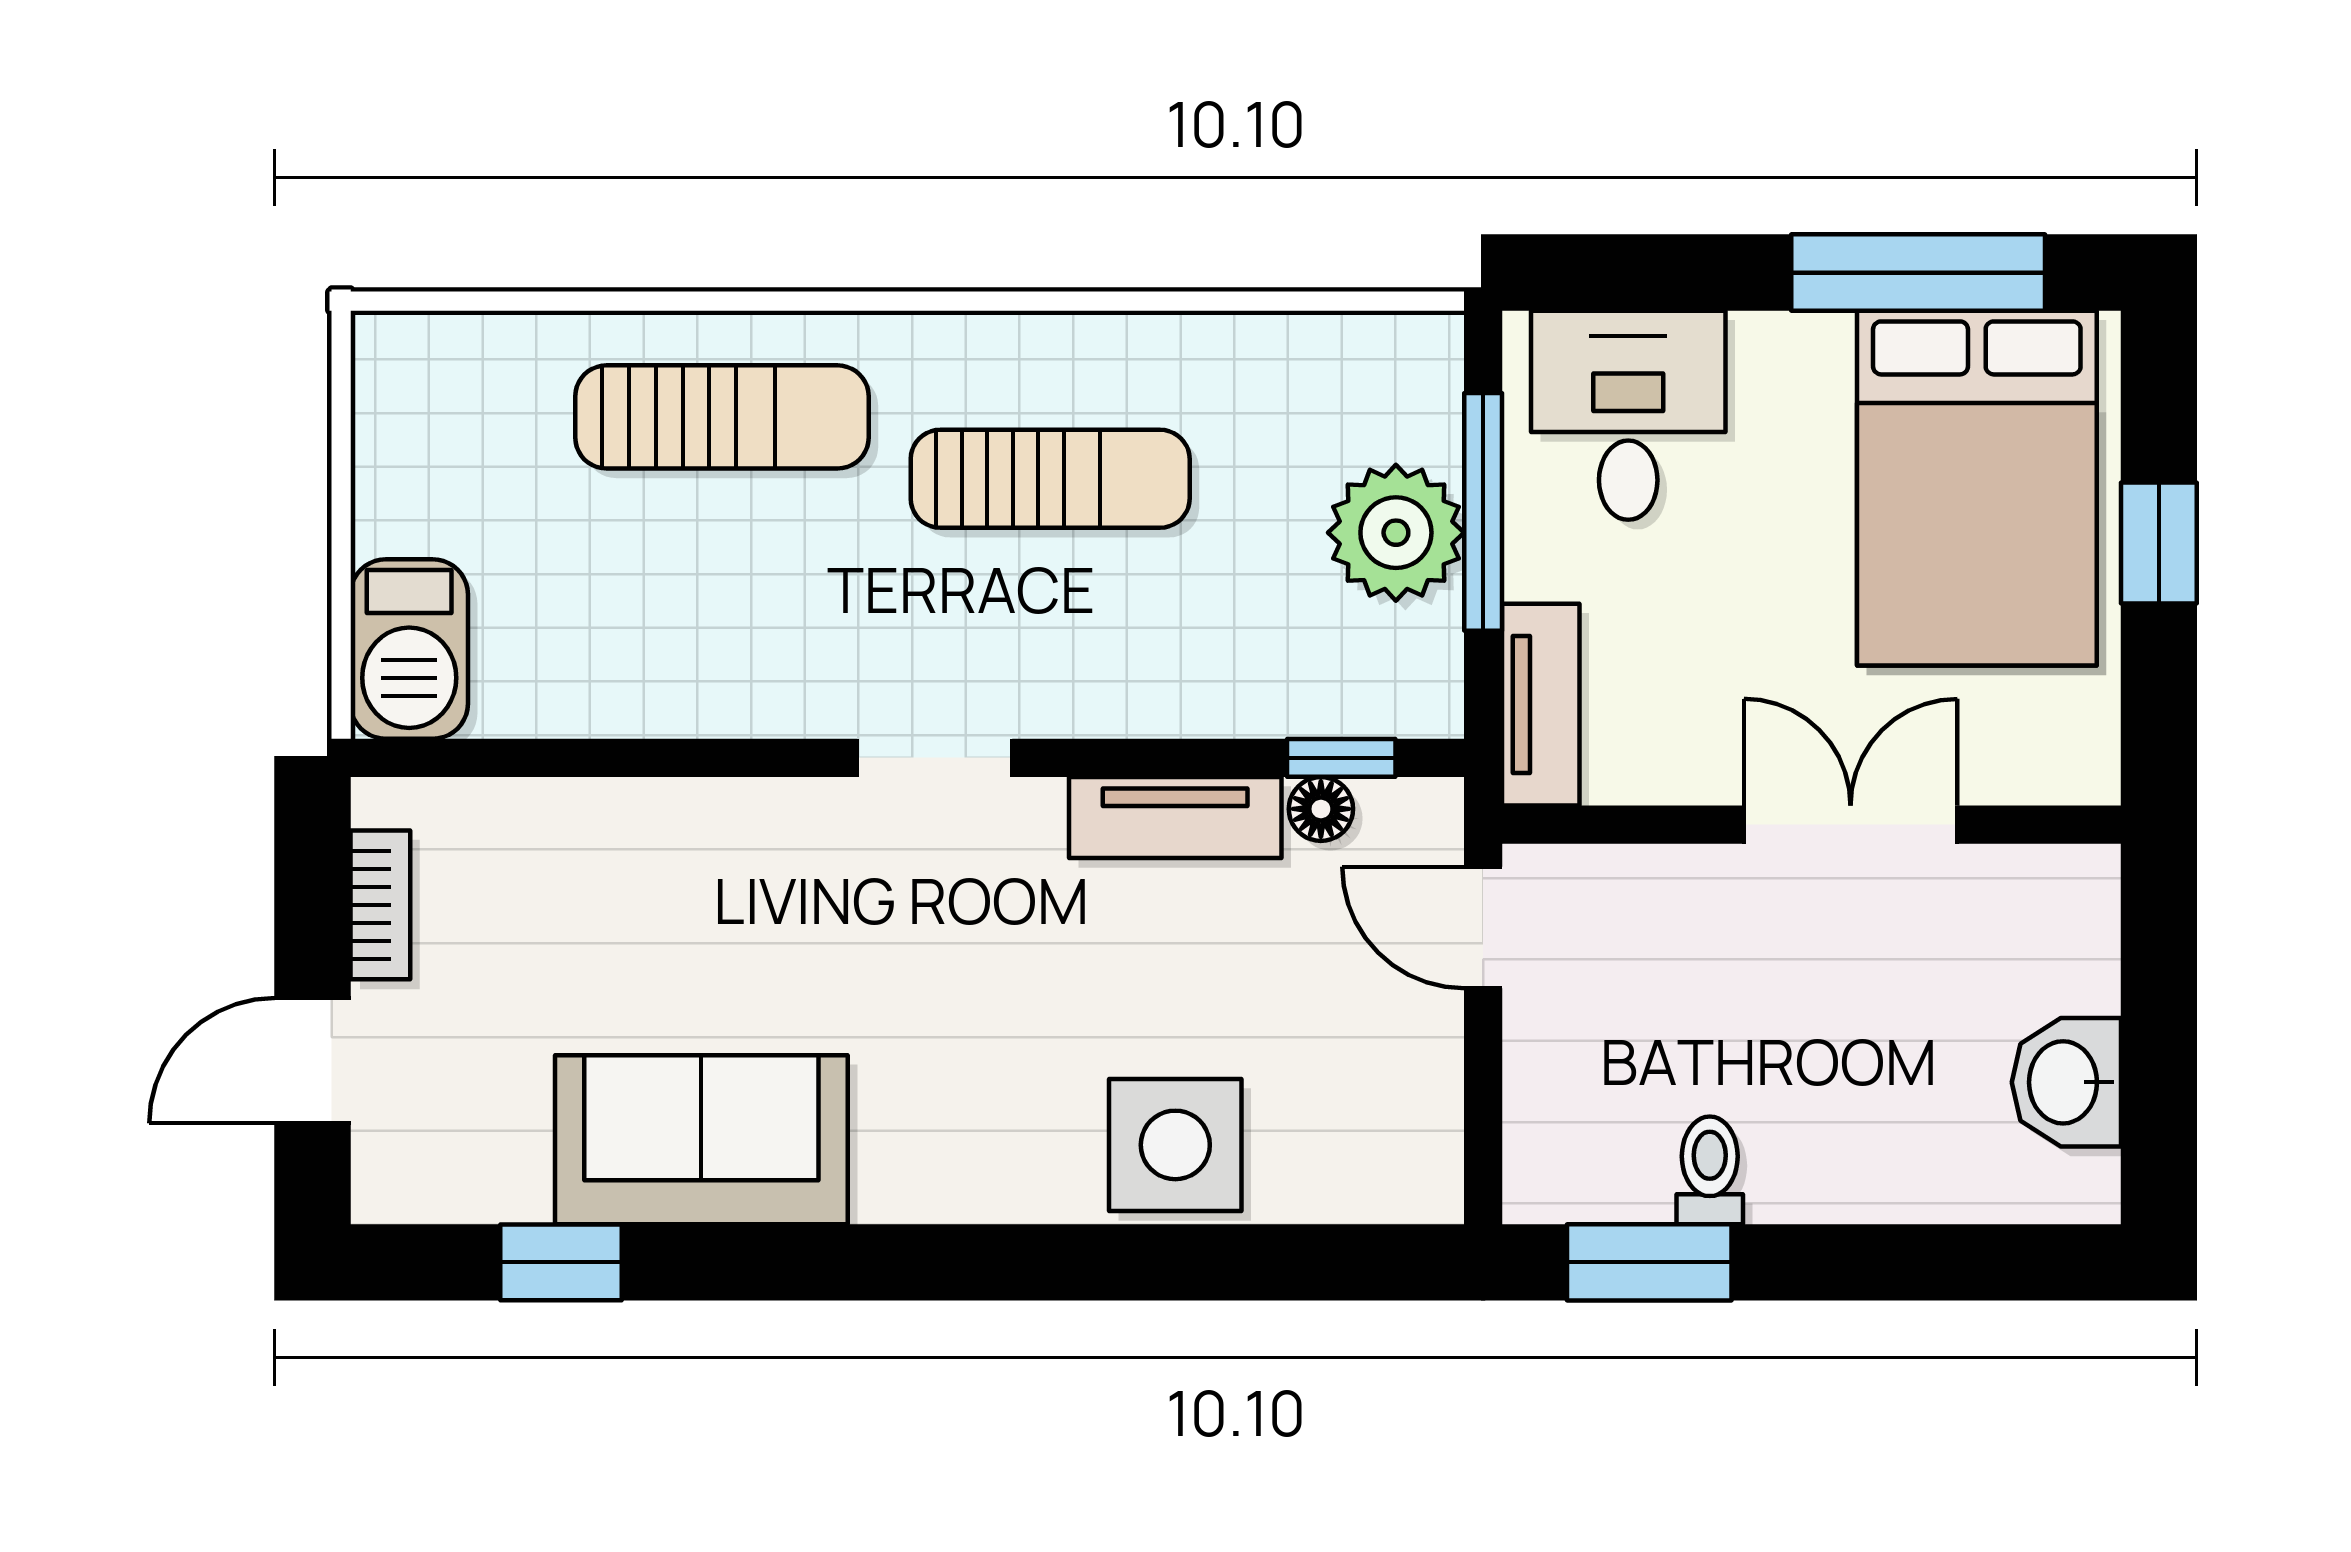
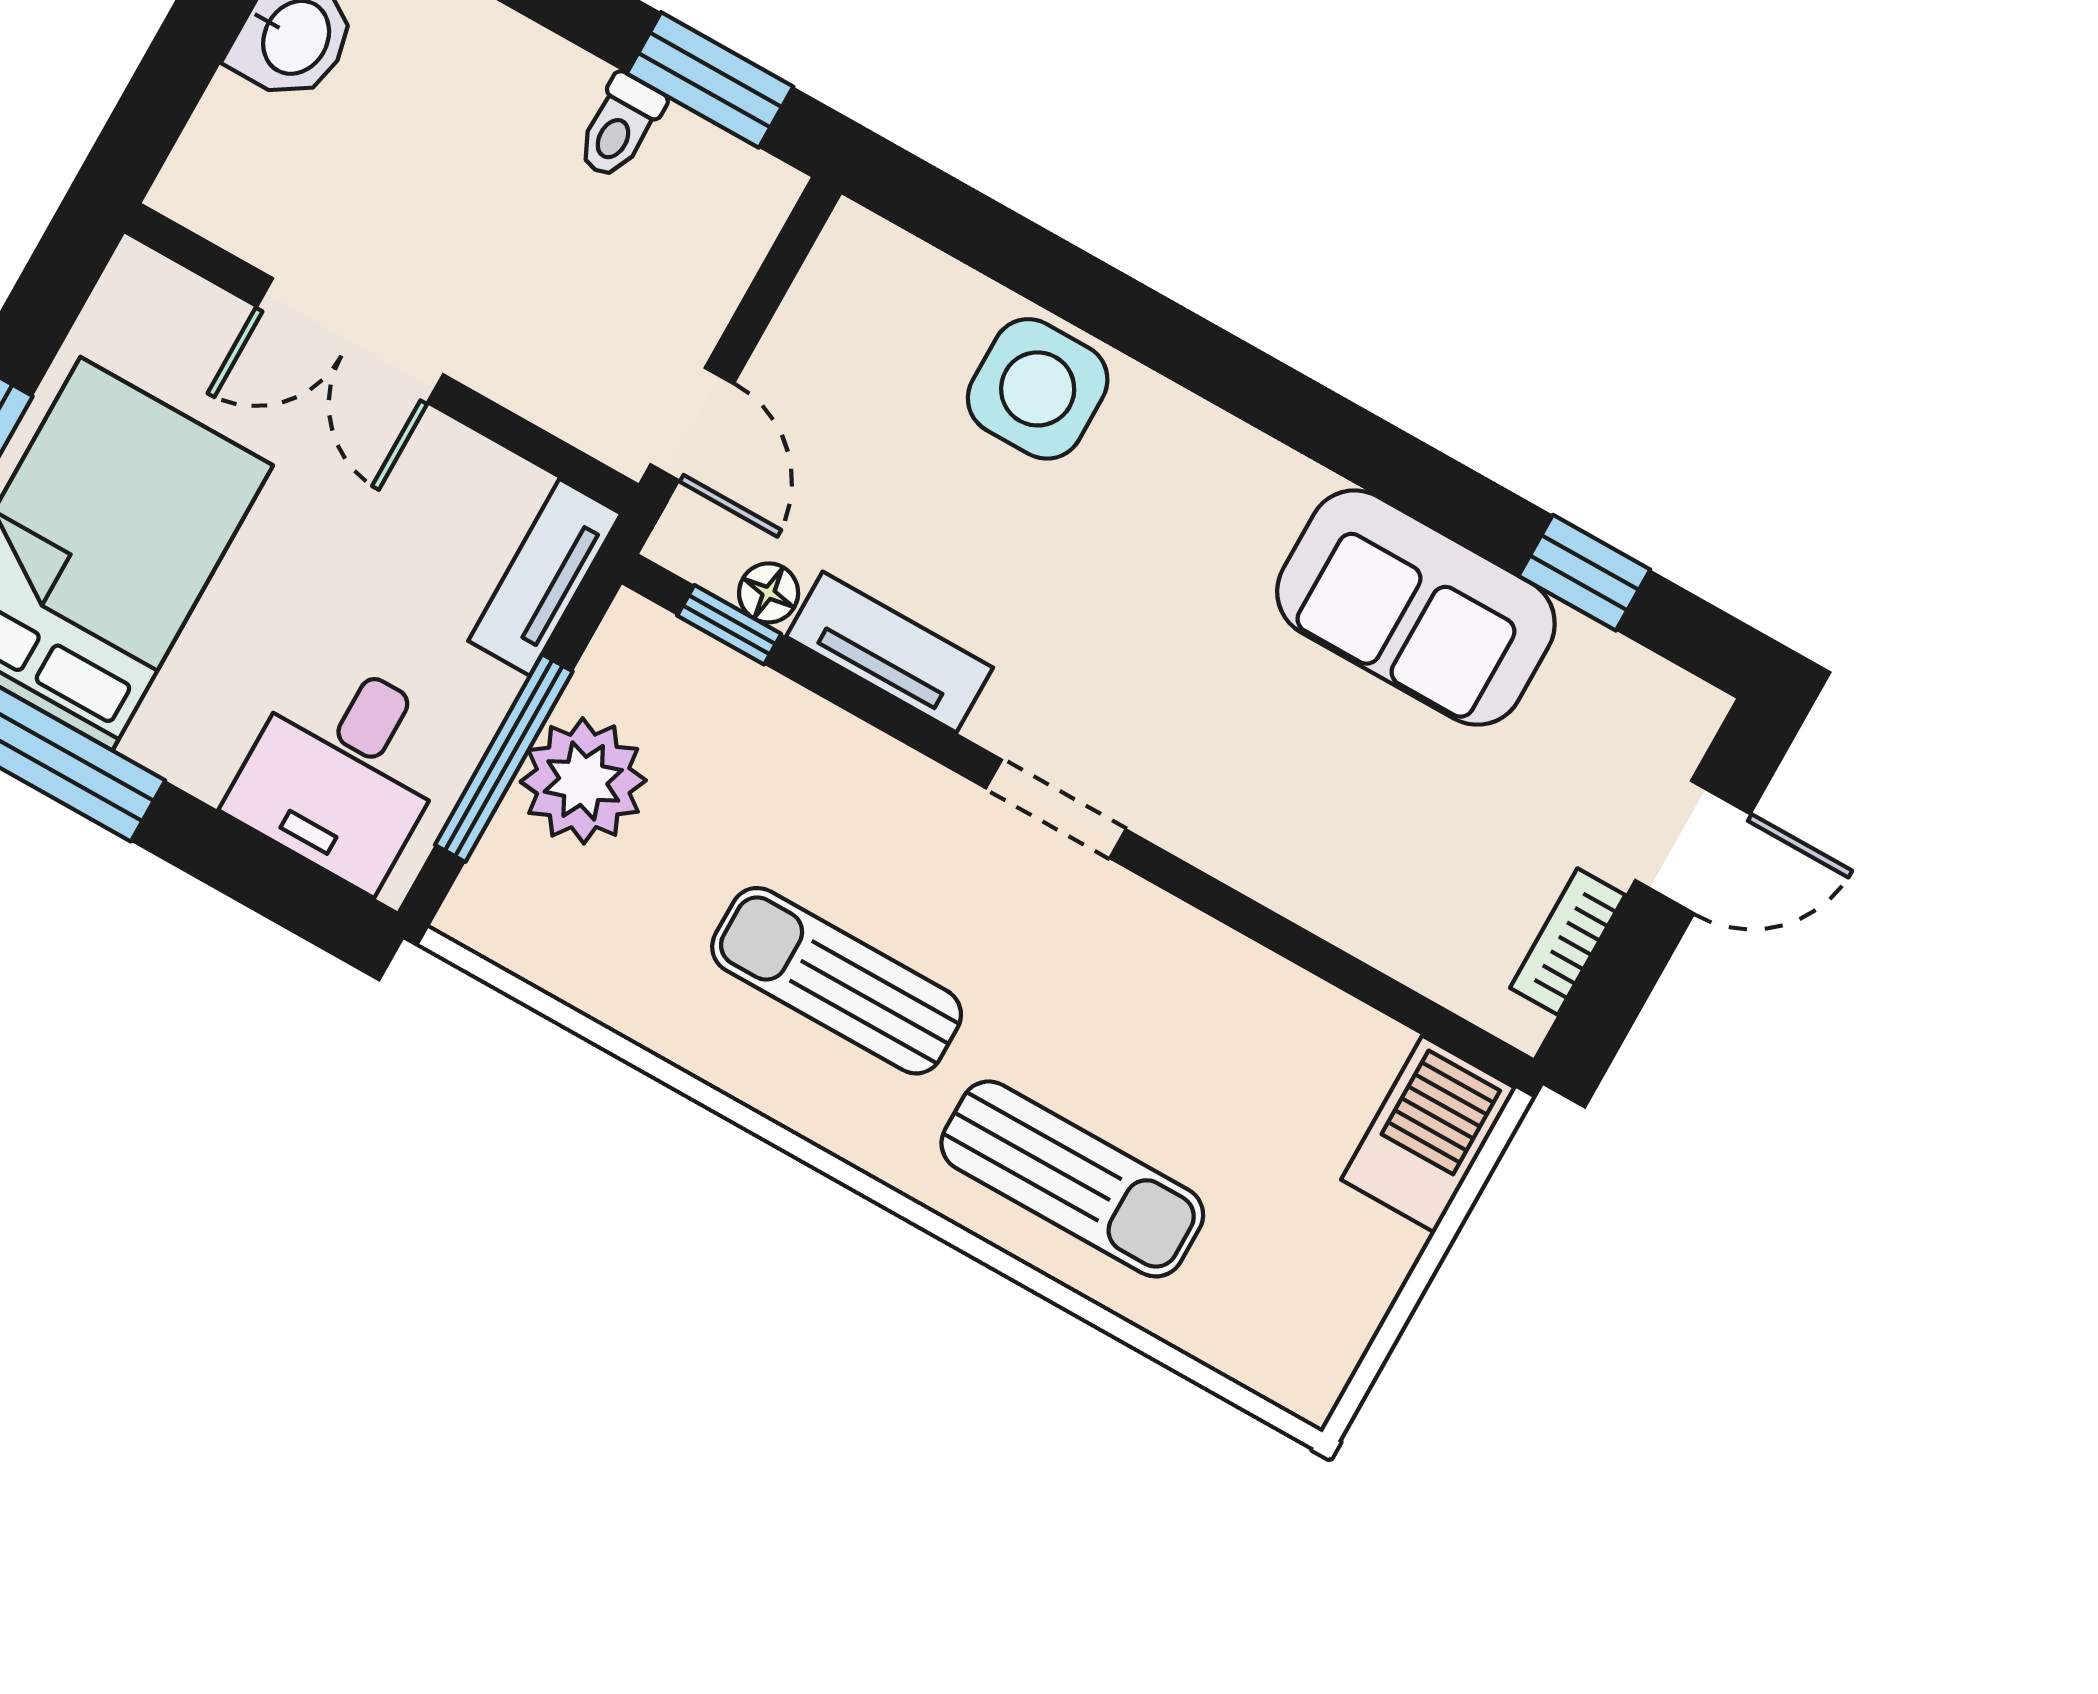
sun lounger: (722, 417) -> (1072, 1179), turned 180

